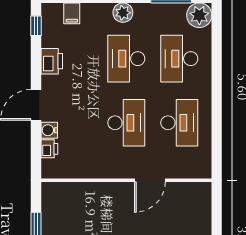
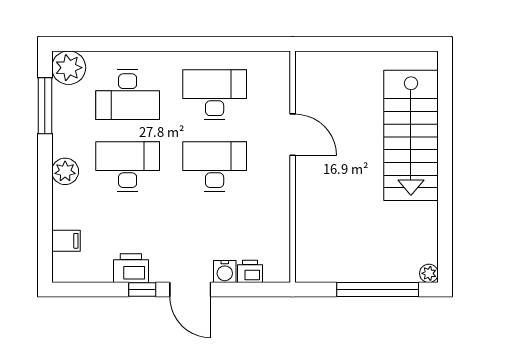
window: (36, 26) -> (142, 289), moved
desk: (126, 59) -> (128, 167), turned 180

